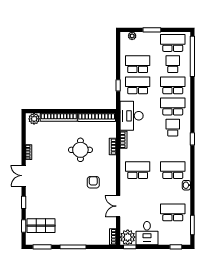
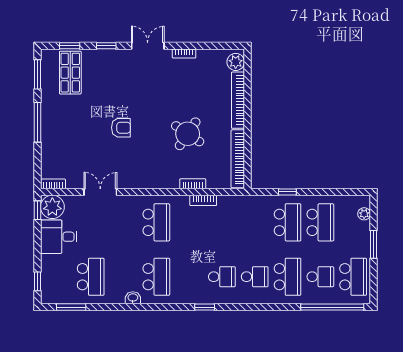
school desk: (173, 107) -> (255, 277), width x0.54
desk: (132, 116) -> (240, 213), removed
round table: (80, 150) -> (188, 134), turned 34
armchair: (93, 182) -> (121, 128), moved

